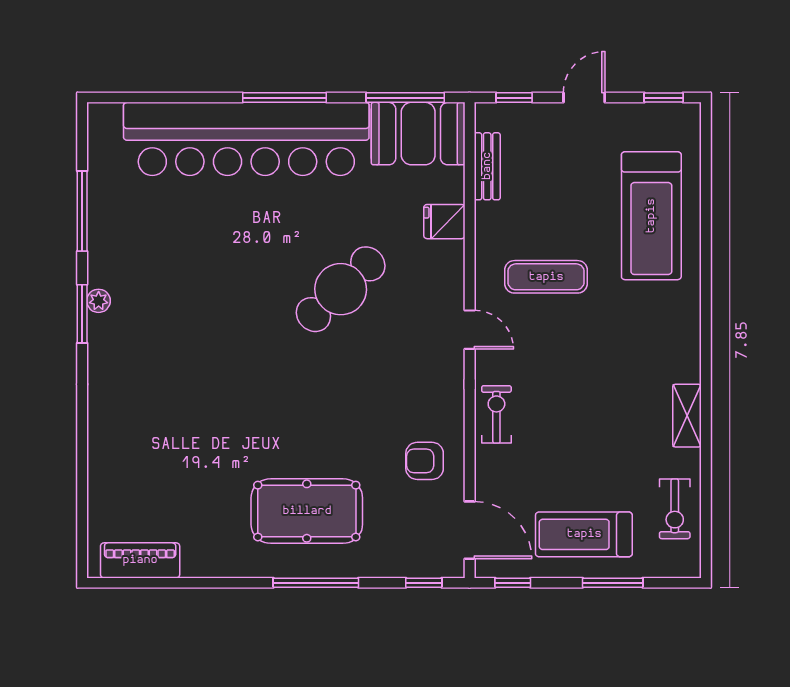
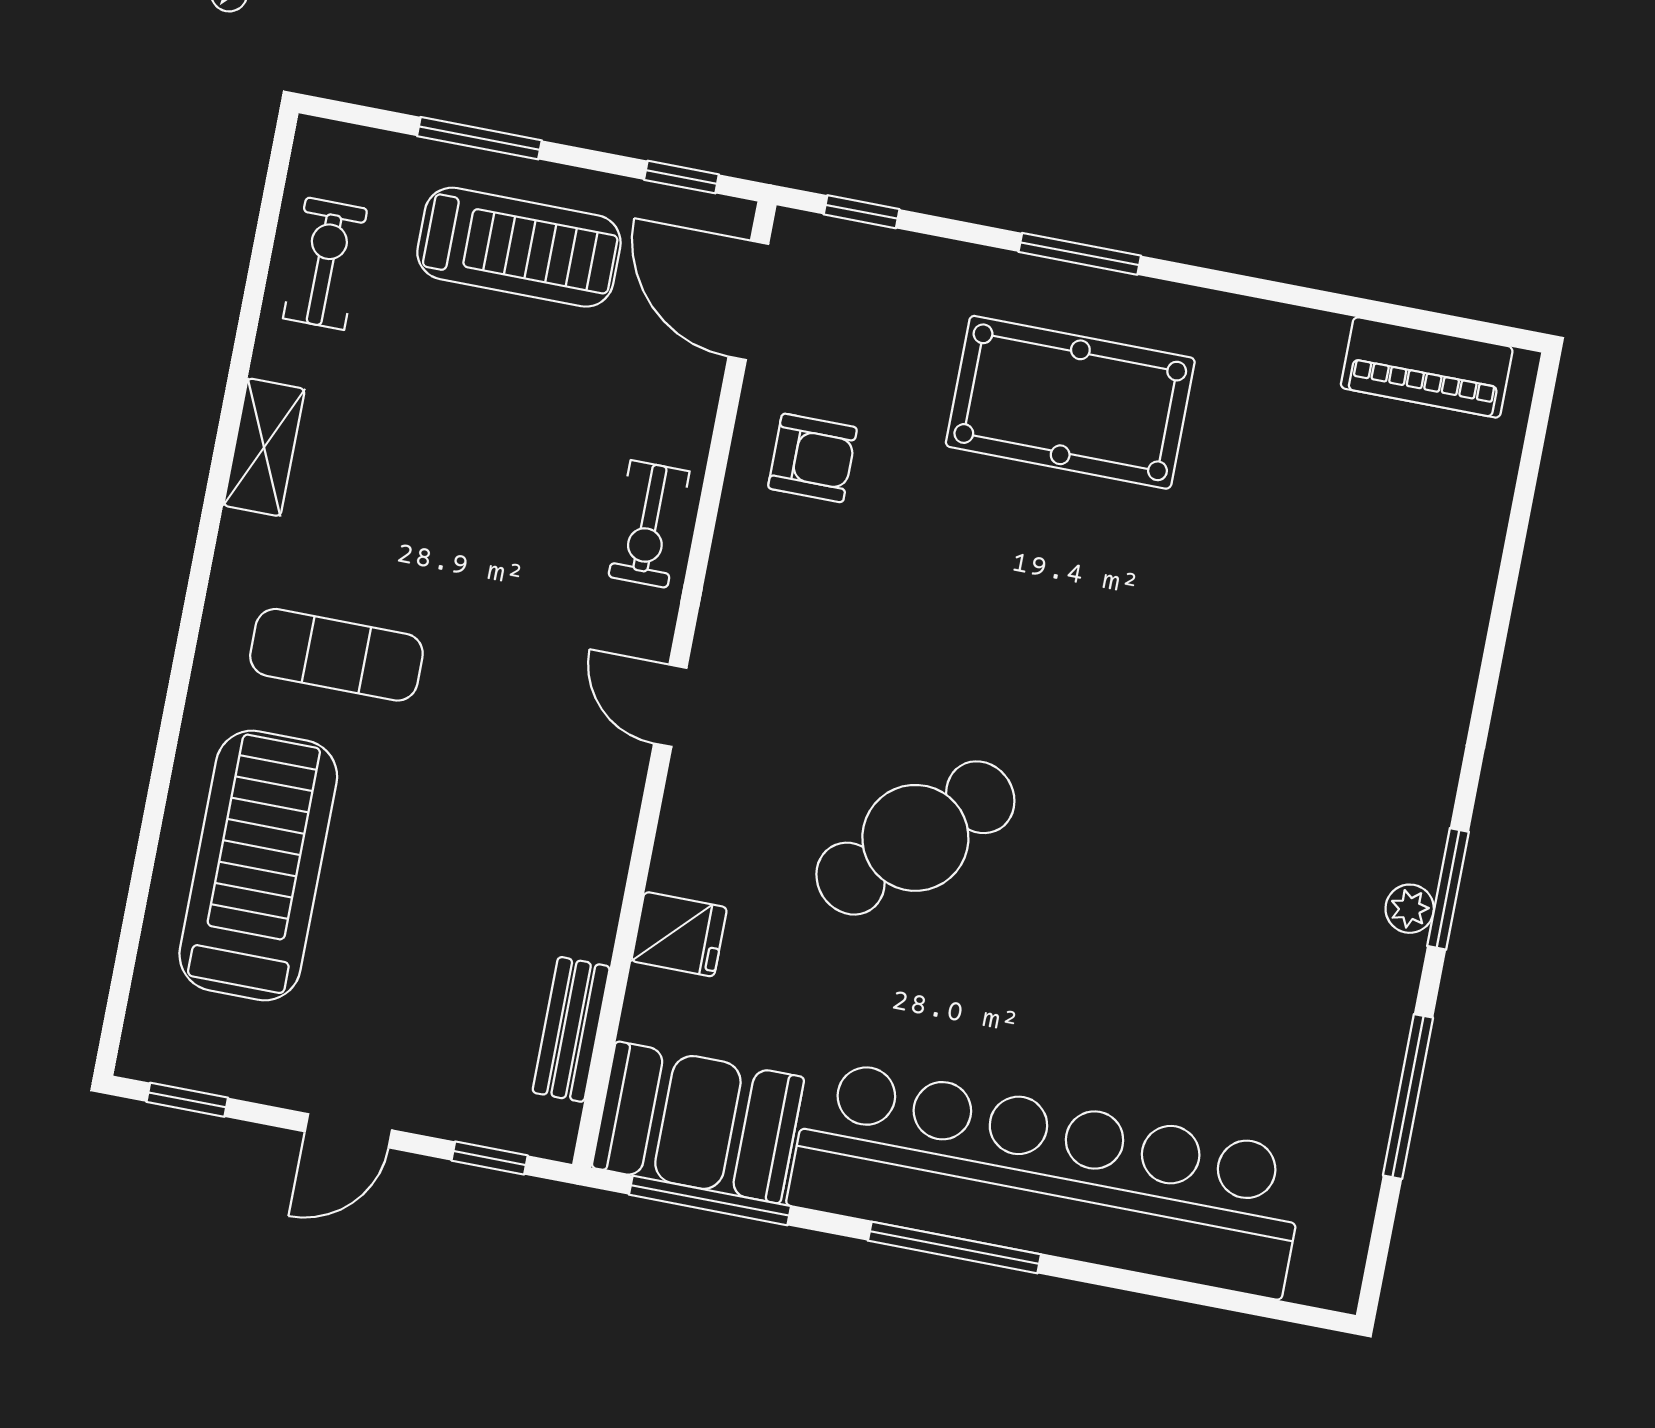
exercise mat: (546, 277) -> (336, 655), moved
window: (316, 583) -> (1080, 254), width x0.69

